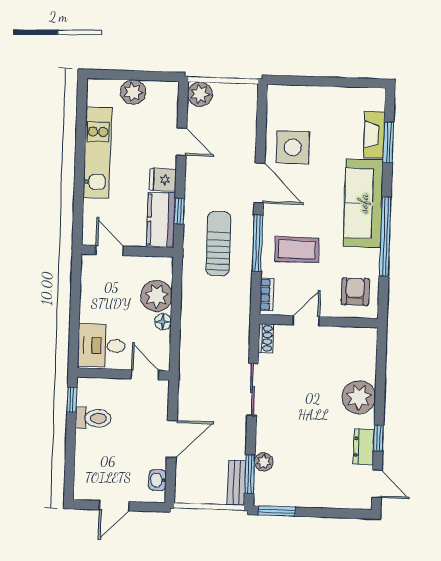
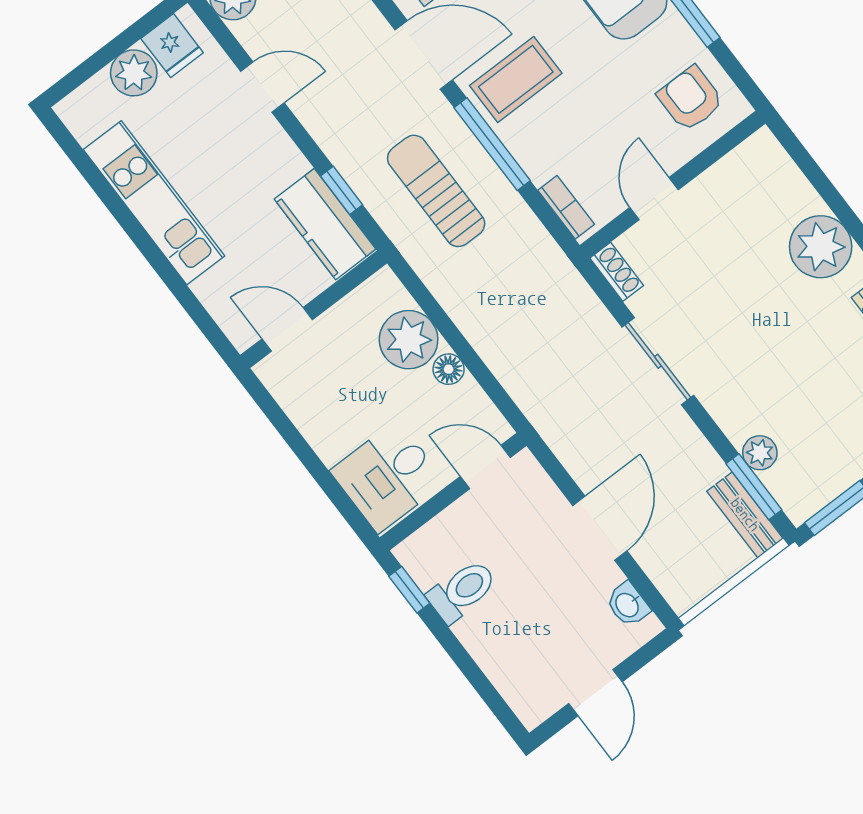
fridge: (163, 180) -> (172, 46), moved, turned -90
coffee table: (297, 250) -> (516, 79), moved

